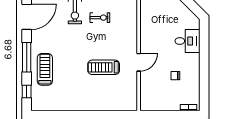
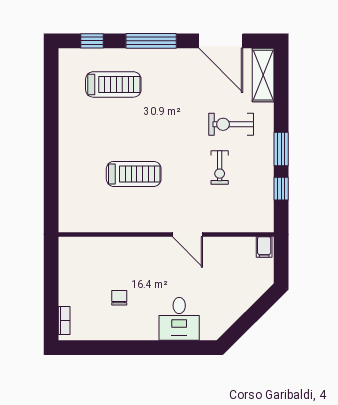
door: (139, 62) -> (188, 235), moved
treadmill: (104, 67) -> (134, 174), turned 90
treadmill: (45, 69) -> (113, 84), moved

